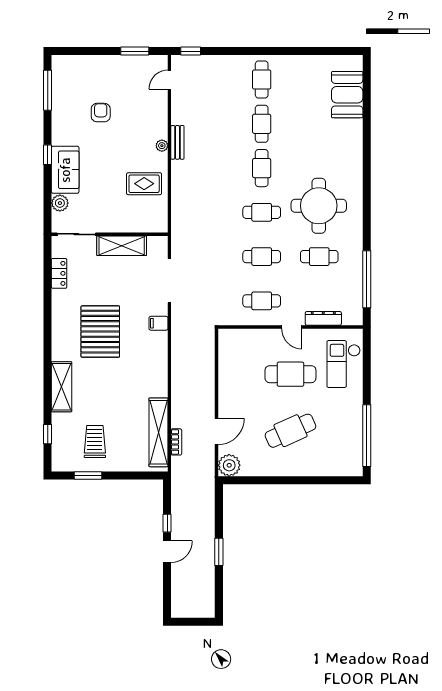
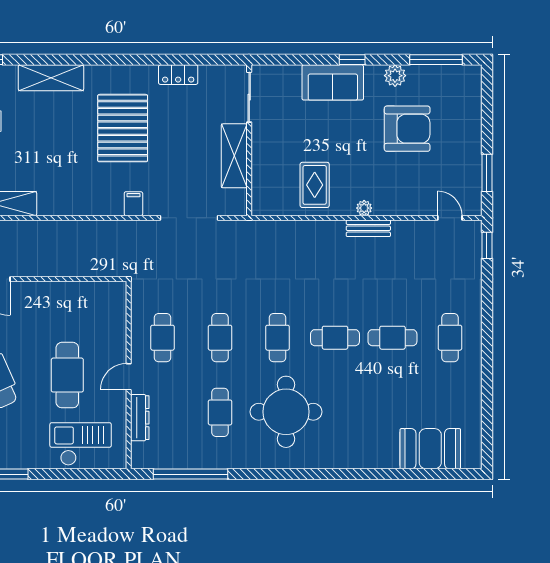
cafe table: (262, 80) -> (450, 338), turned 90
armchair: (101, 113) -> (407, 129), width x1.88, depth x1.88
plant: (60, 203) -> (395, 76), moved
locker: (59, 273) -> (178, 75), moved
pallet: (100, 332) -> (123, 128), turned 90

